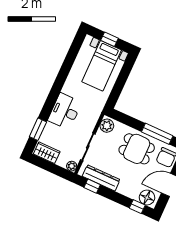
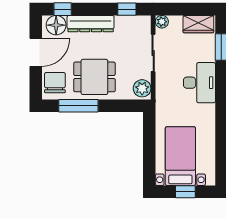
dresser: (101, 178) -> (91, 24), moved

